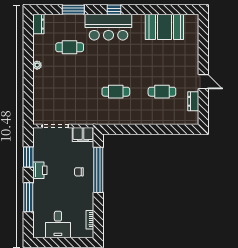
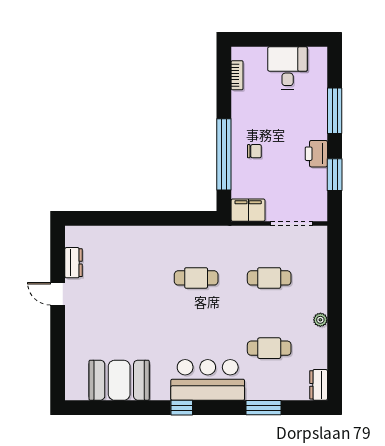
window: (114, 10) -> (182, 408), moved
cafe table: (162, 92) -> (269, 278), moved

